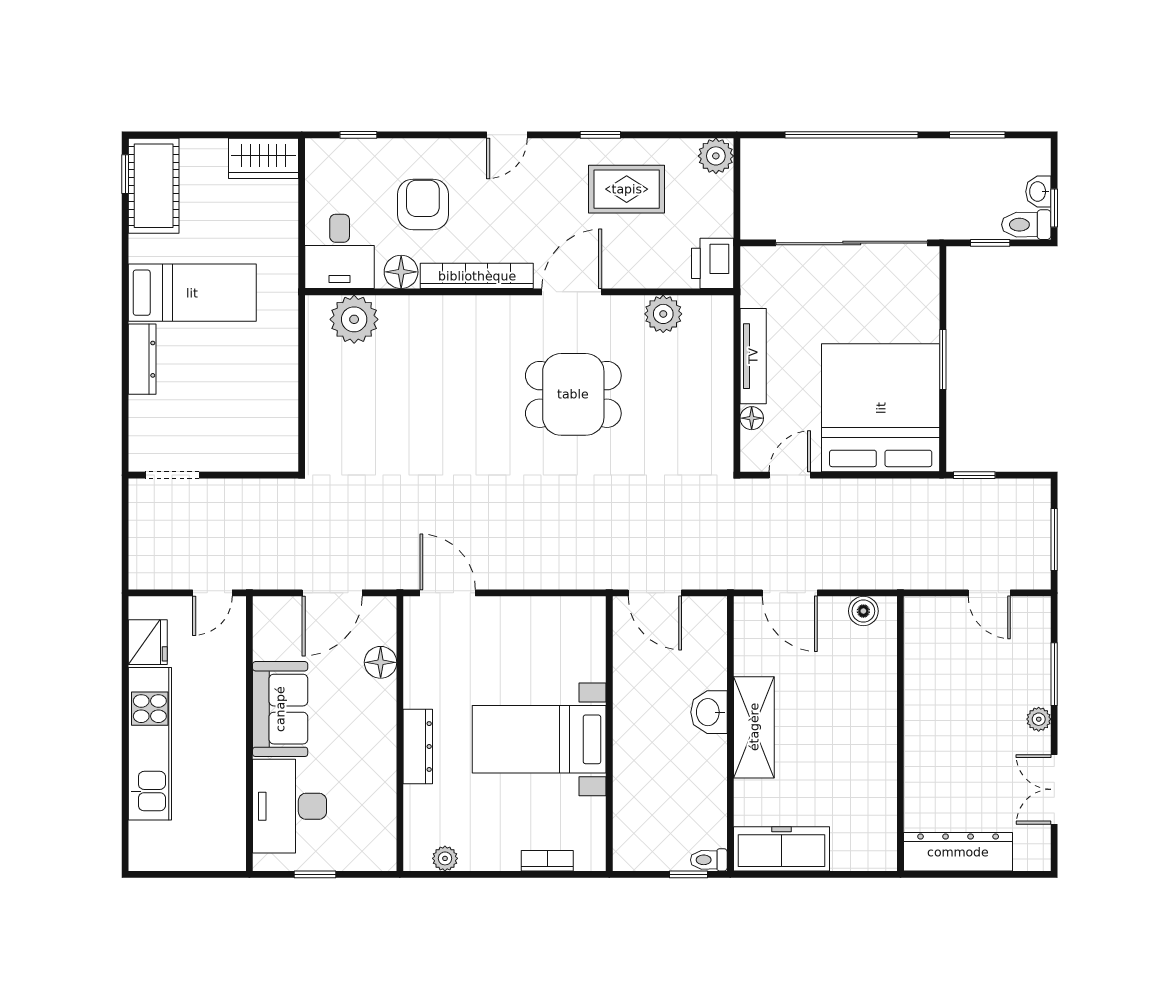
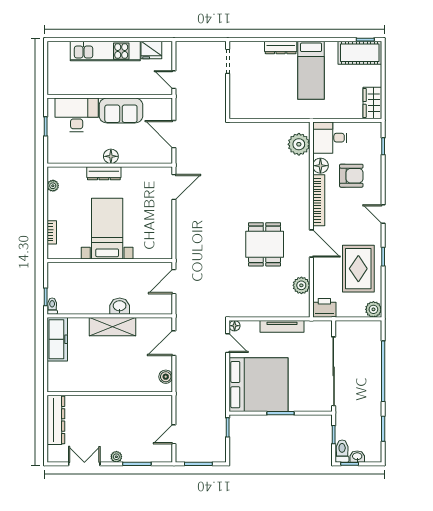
rug: (627, 189) -> (358, 269), width x1.36, depth x1.43
floor lamp: (752, 418) -> (235, 326), moved
floor lamp: (381, 662) -> (111, 156), moved

